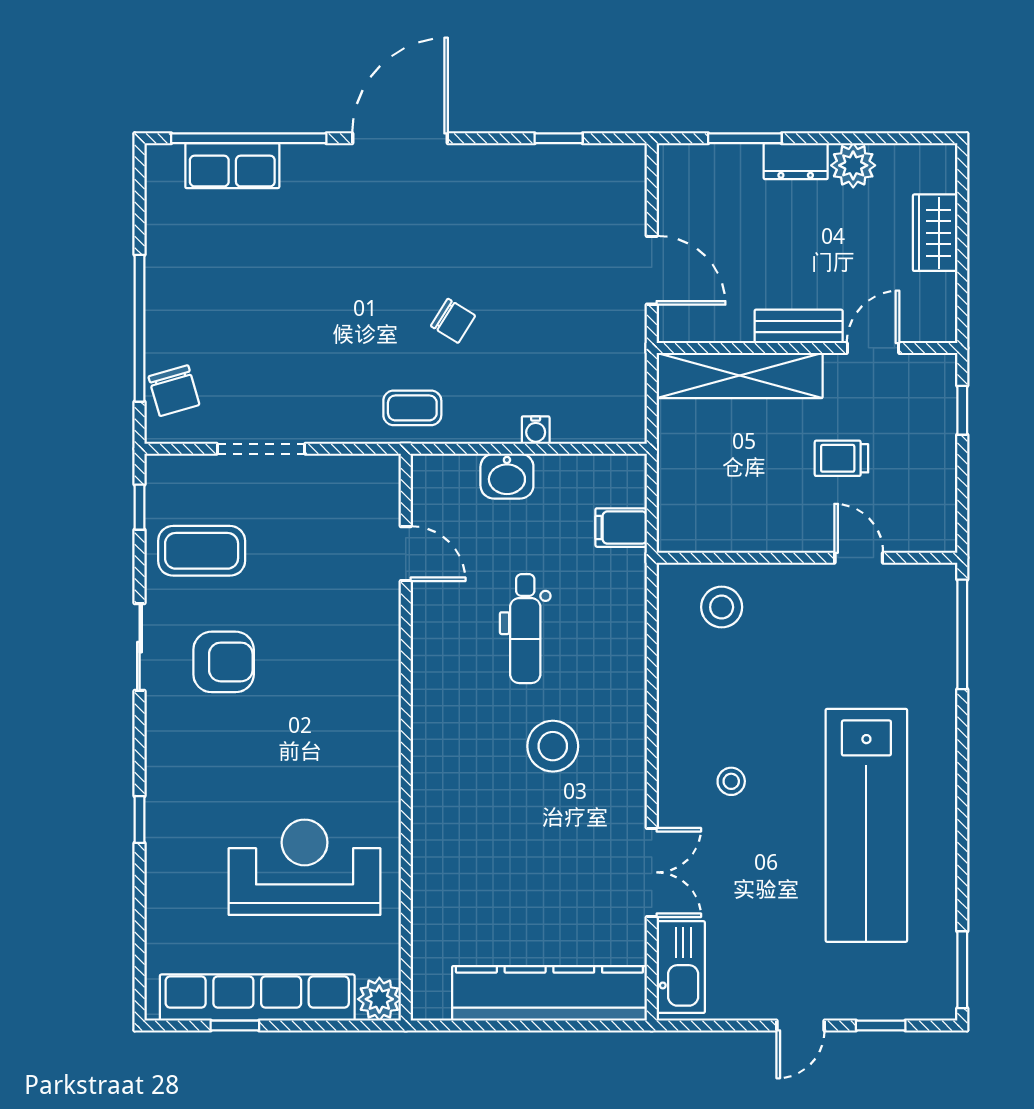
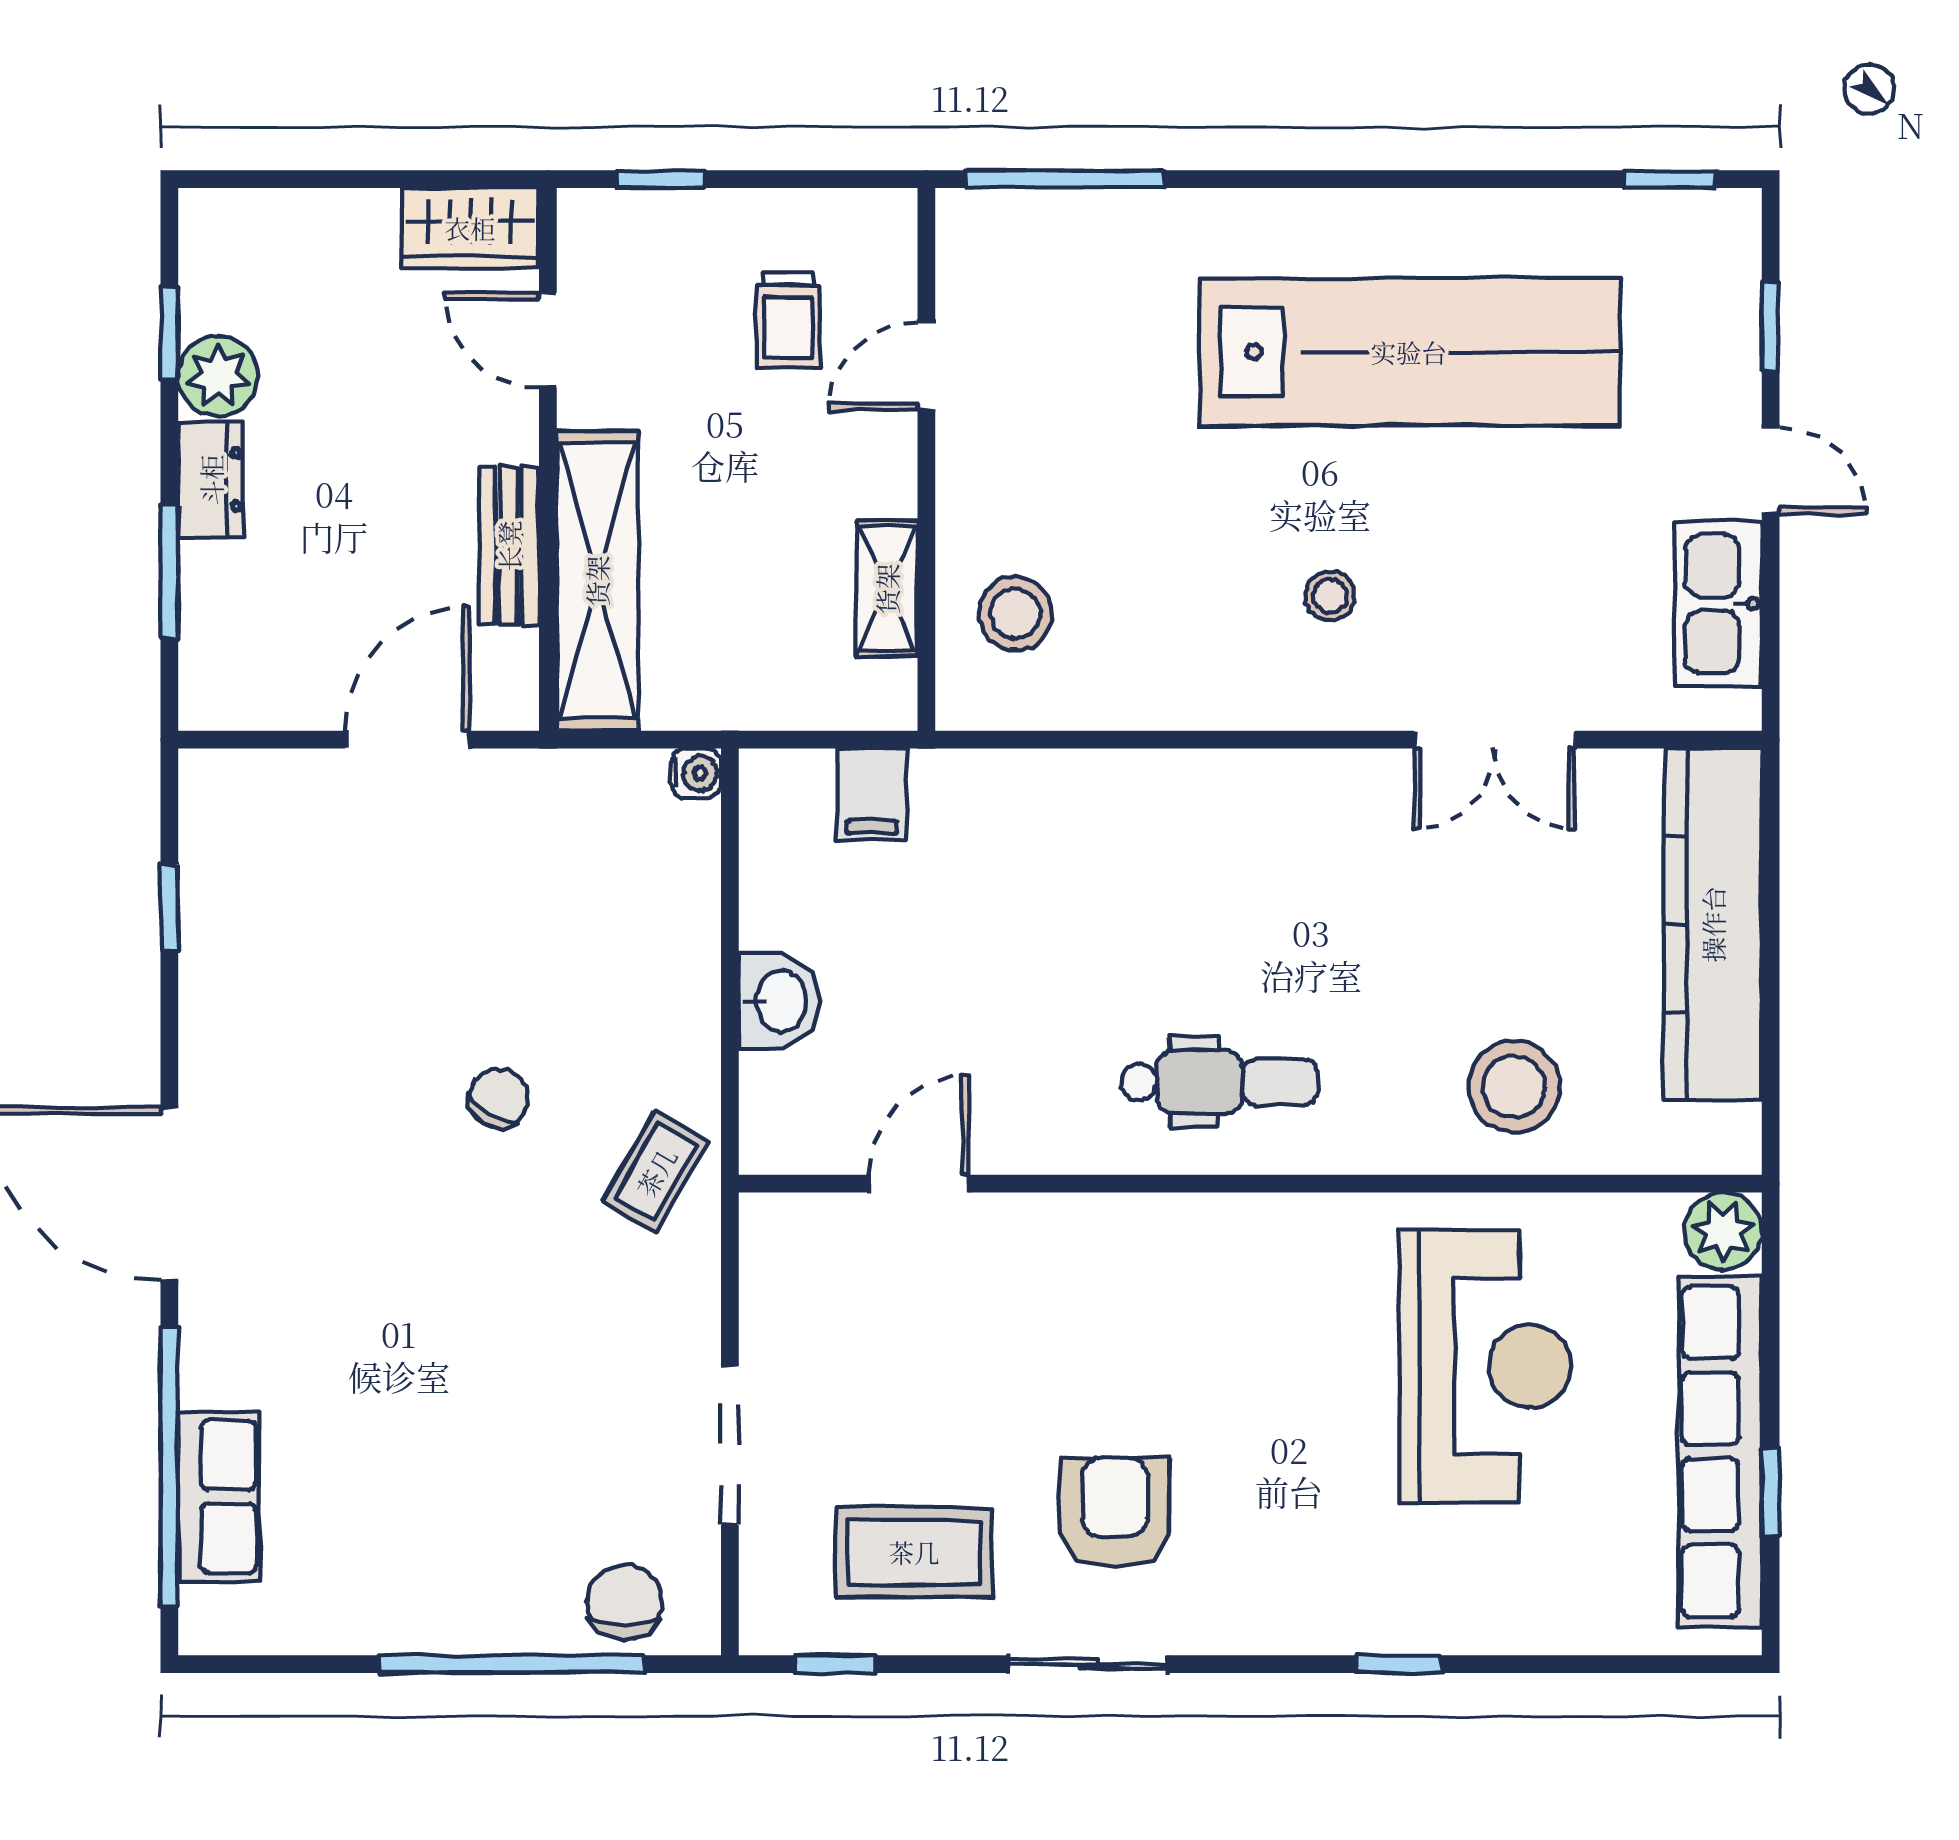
window: (877, 138) -> (169, 333), added
wardrobe: (935, 233) -> (470, 228), moved
bench: (799, 326) -> (509, 546), moved
chair: (174, 391) -> (625, 1602), turned -73
coffee table: (412, 408) -> (656, 1172), turned 30
water cooler: (536, 430) -> (696, 773), moved
trolley: (841, 458) -> (788, 321), moved
shelving: (735, 536) -> (887, 589), added
coffee table: (202, 551) -> (914, 1552), turned 90
dental chair: (525, 629) -> (1219, 1082), moved
stool: (553, 746) -> (1514, 1087), moved
reception desk: (305, 867) -> (1485, 1366), turned 180
double door: (652, 872) -> (1495, 740), swing flipped
kitchen sink: (681, 967) -> (1718, 604), moved, turned -90
window: (962, 970) -> (1670, 179), width x0.67

